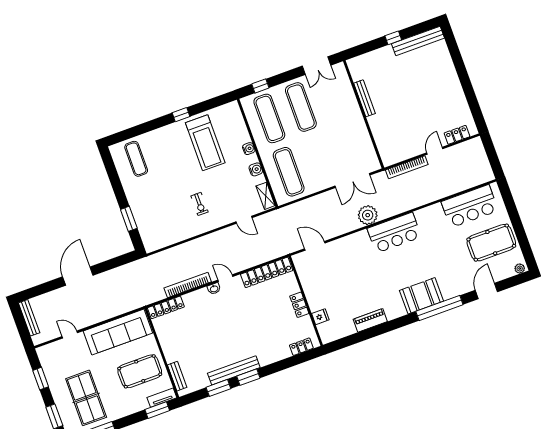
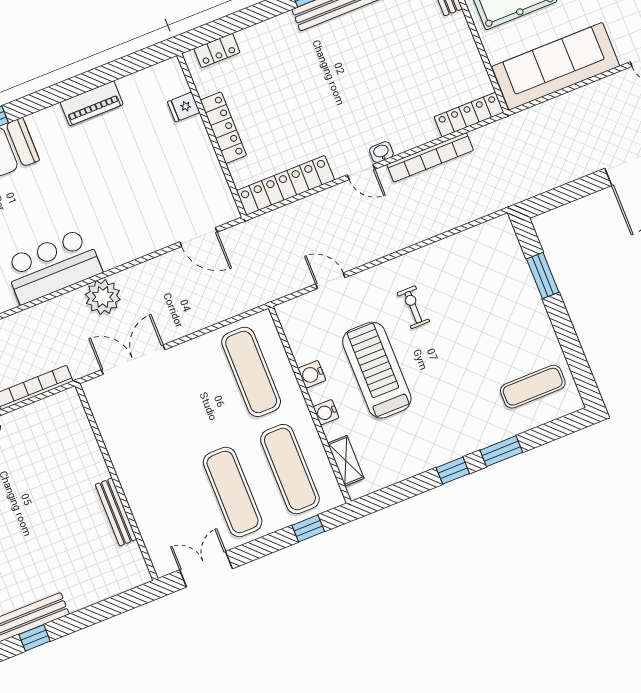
window: (393, 38) -> (35, 638), moved
window: (154, 124) -> (501, 451), added
treadmill: (205, 143) -> (377, 370), moved
exercise mat: (136, 159) -> (533, 387), turned 90
shelving: (266, 196) -> (346, 461), moved
locker: (299, 305) -> (223, 128), width x1.53

